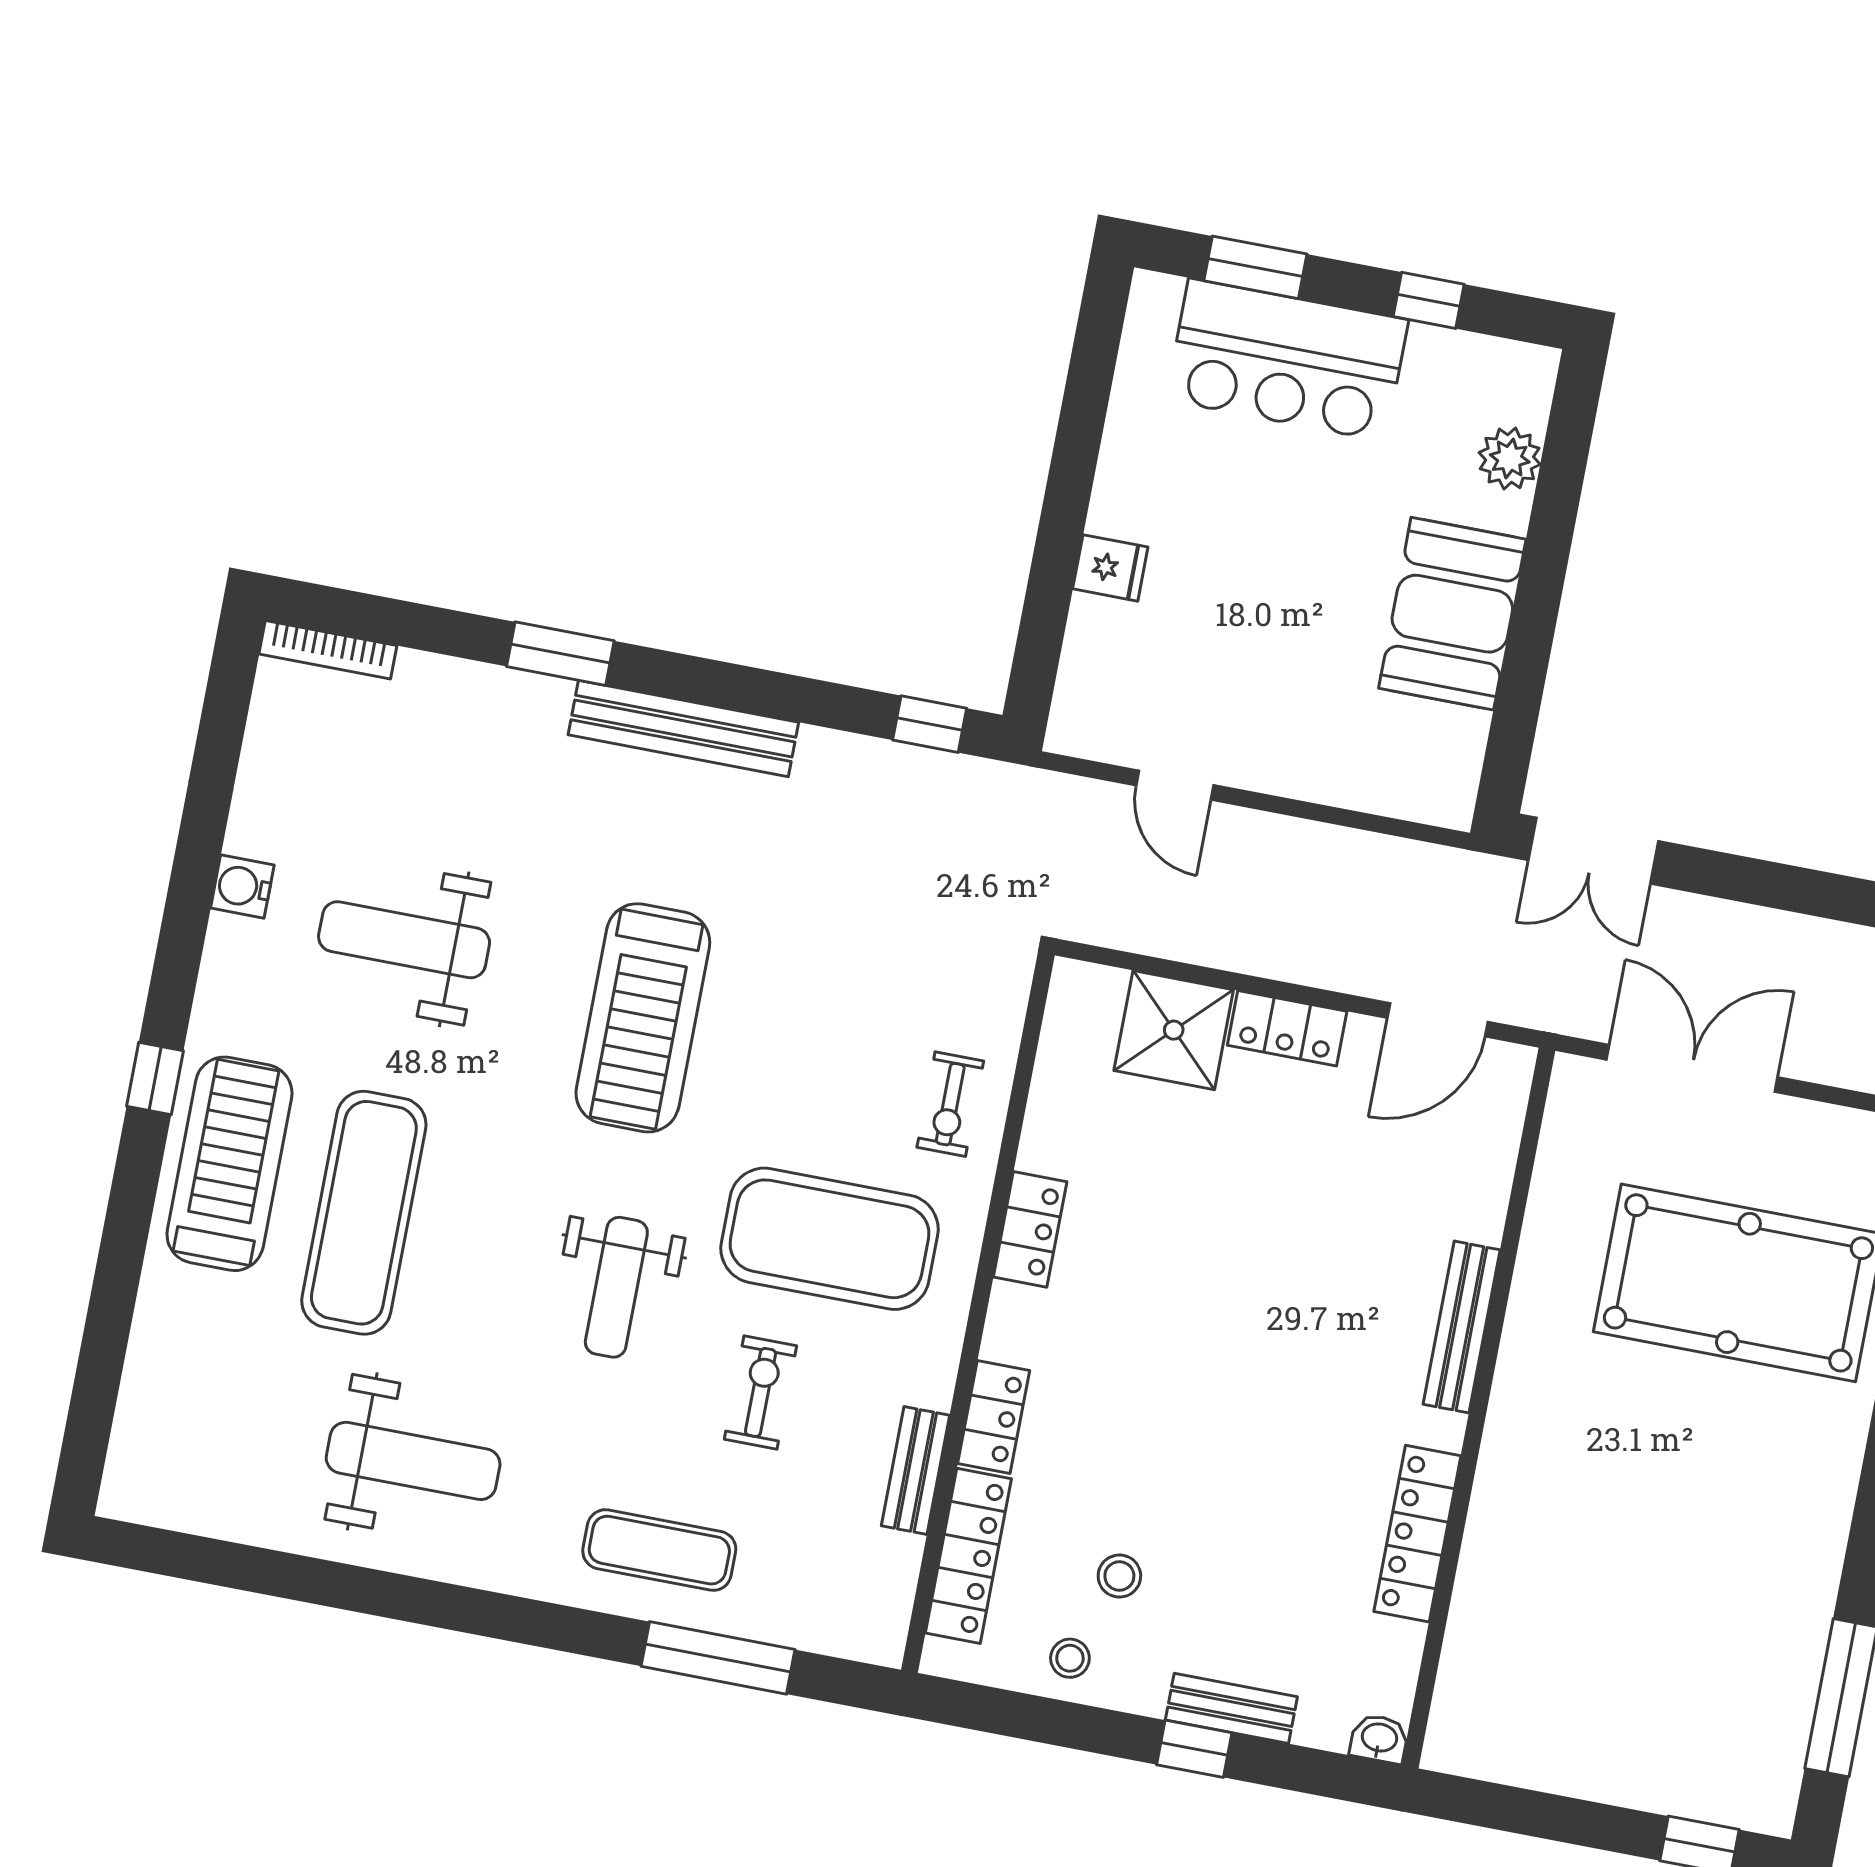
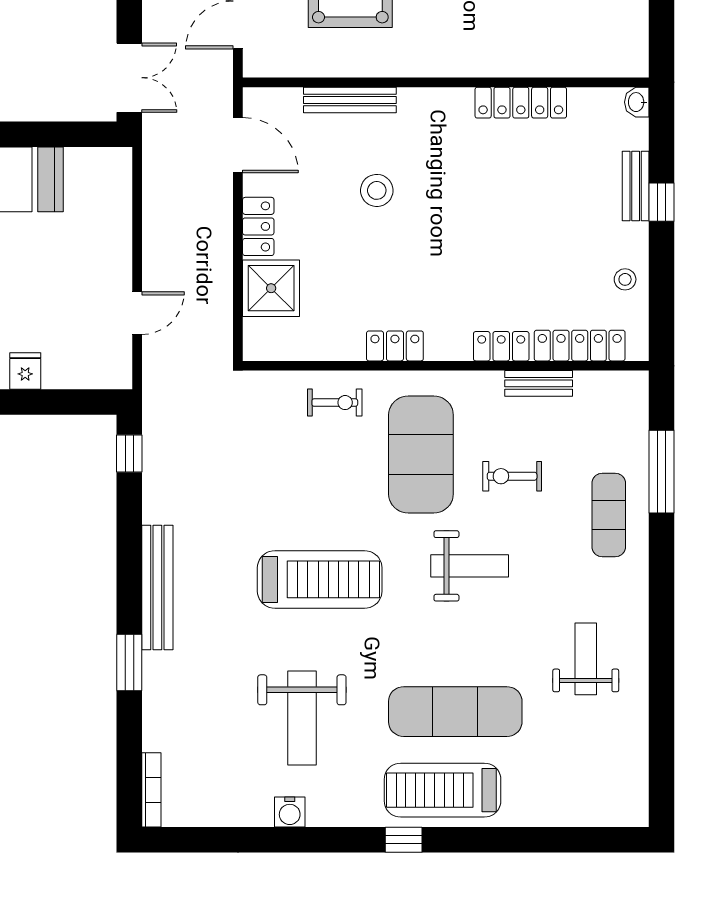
bench: (1462, 1327) -> (350, 100), moved
weight bench: (413, 1461) -> (586, 659), width x0.73, depth x0.75
stool: (1119, 1576) -> (377, 190), moved, width x1.37, depth x1.37

